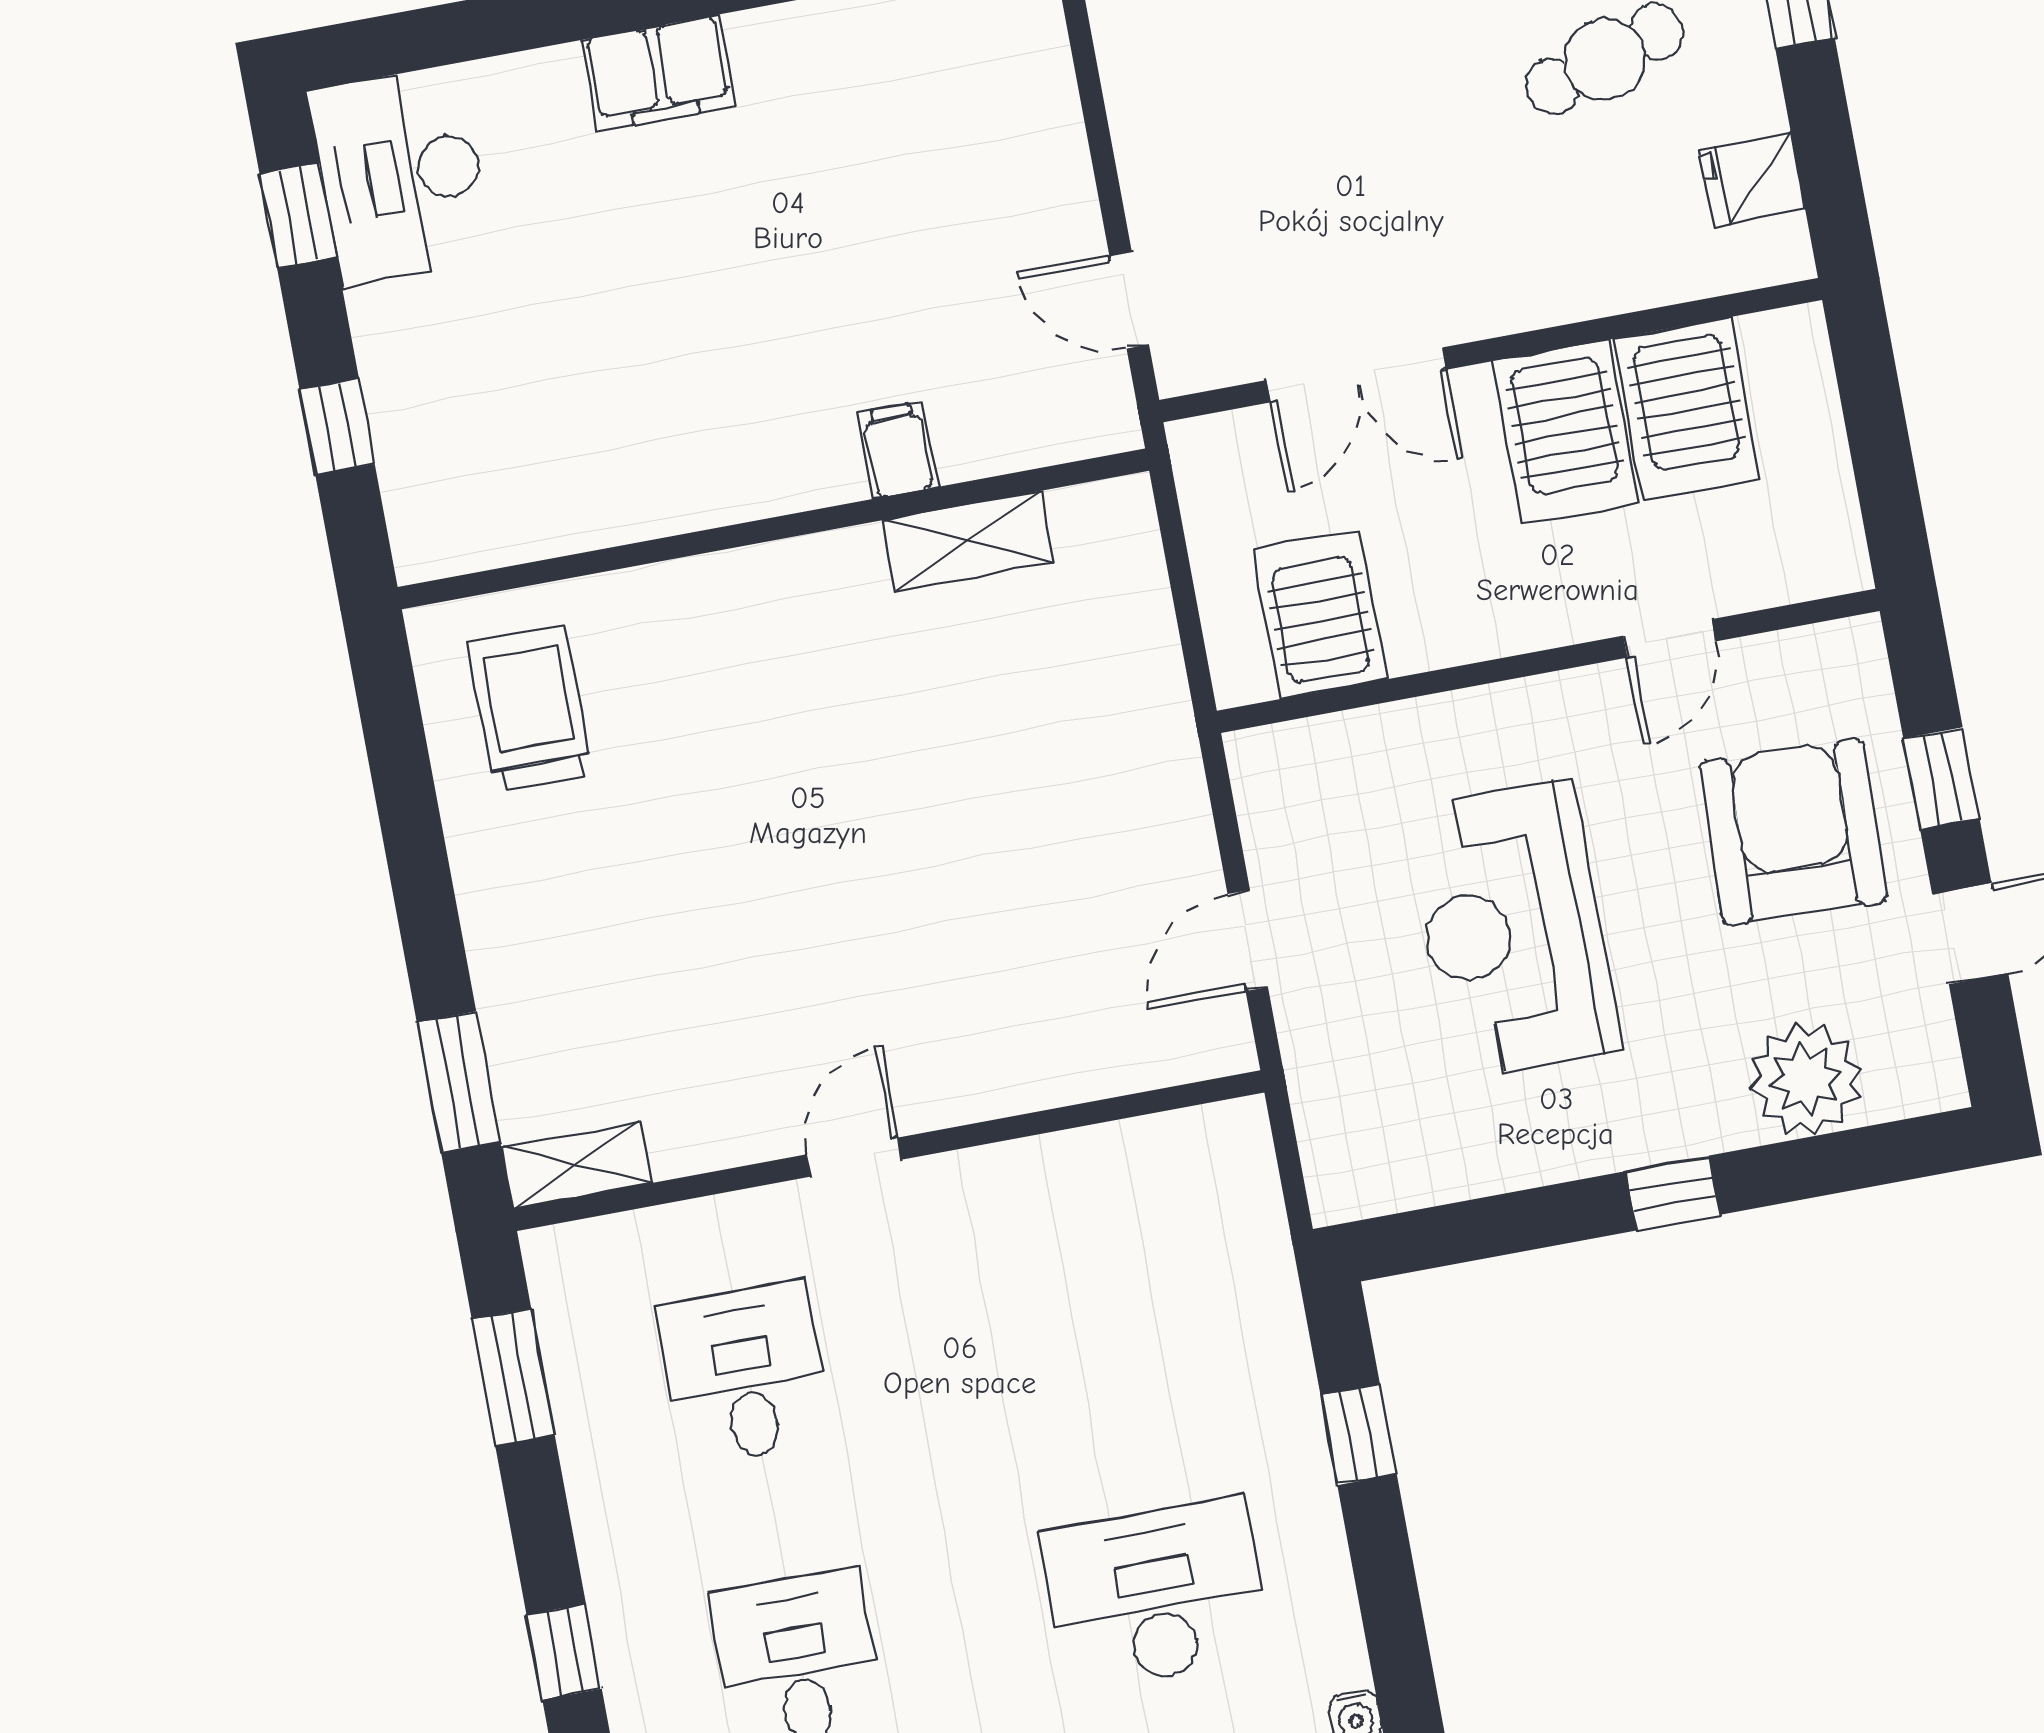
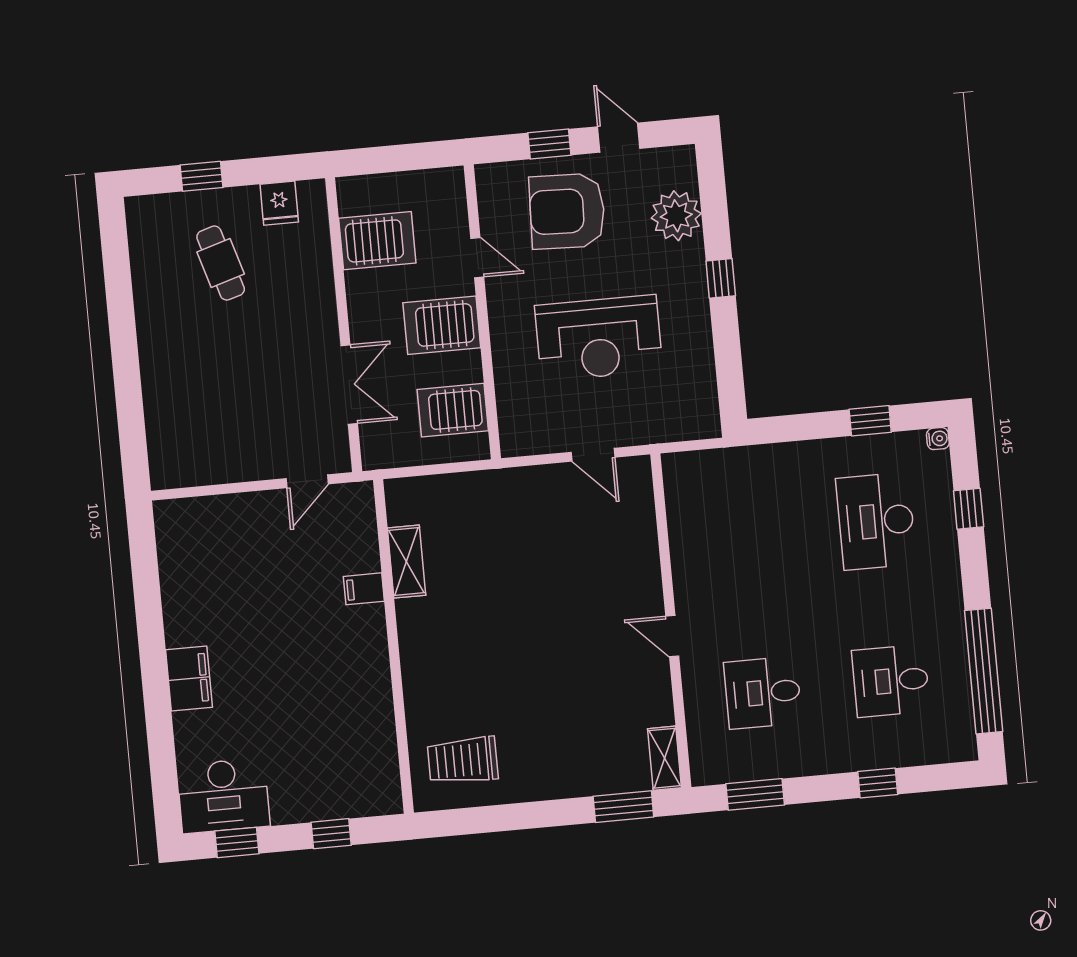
server rack: (1565, 432) -> (442, 325), moved, turned 180
window: (1359, 1435) -> (870, 421), moved

